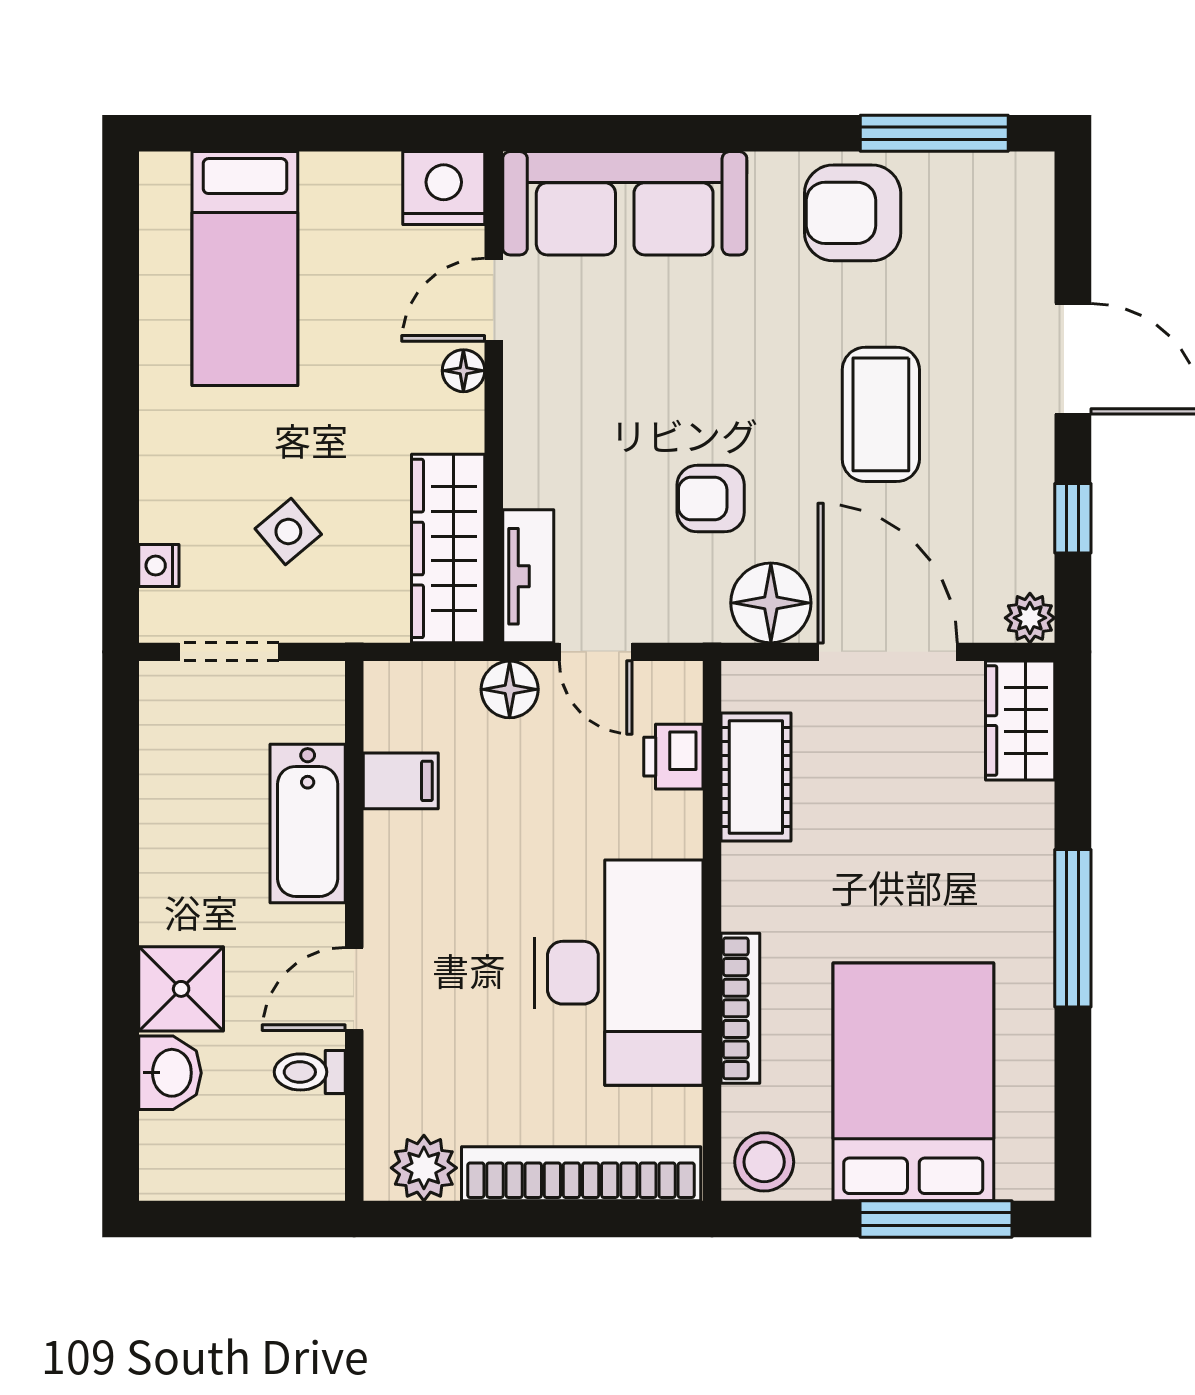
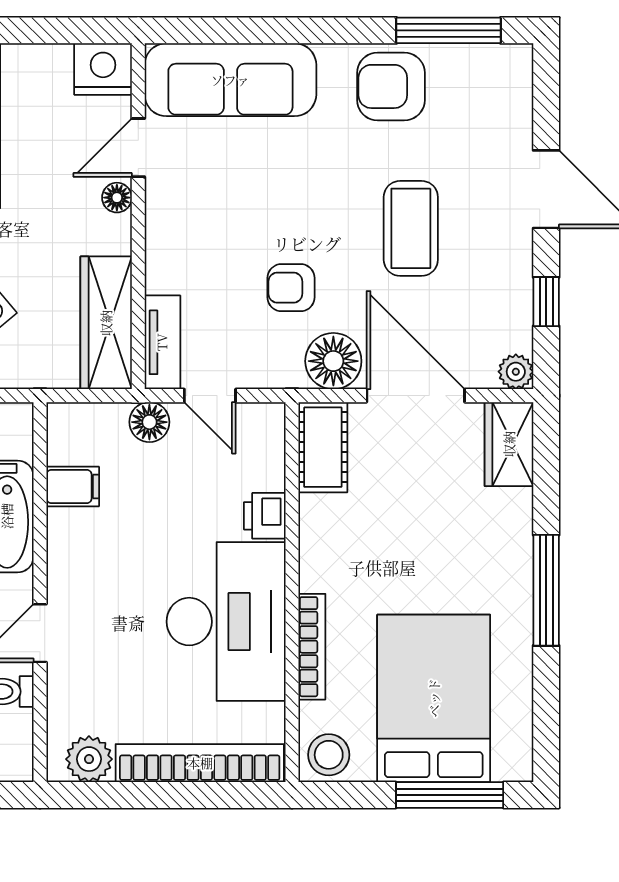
printer: (673, 757) -> (265, 516), moved
cot: (756, 777) -> (323, 447), moved

